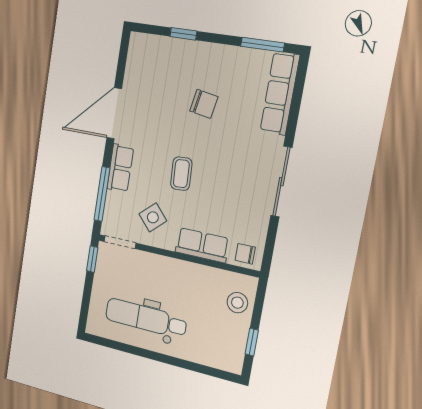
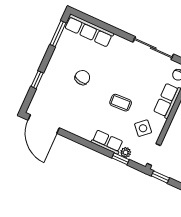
door: (114, 113) -> (44, 124), moved
sliding door: (281, 182) -> (153, 48), moved
window: (102, 194) -> (120, 159), width x0.46
plant: (113, 200) -> (126, 152), added

